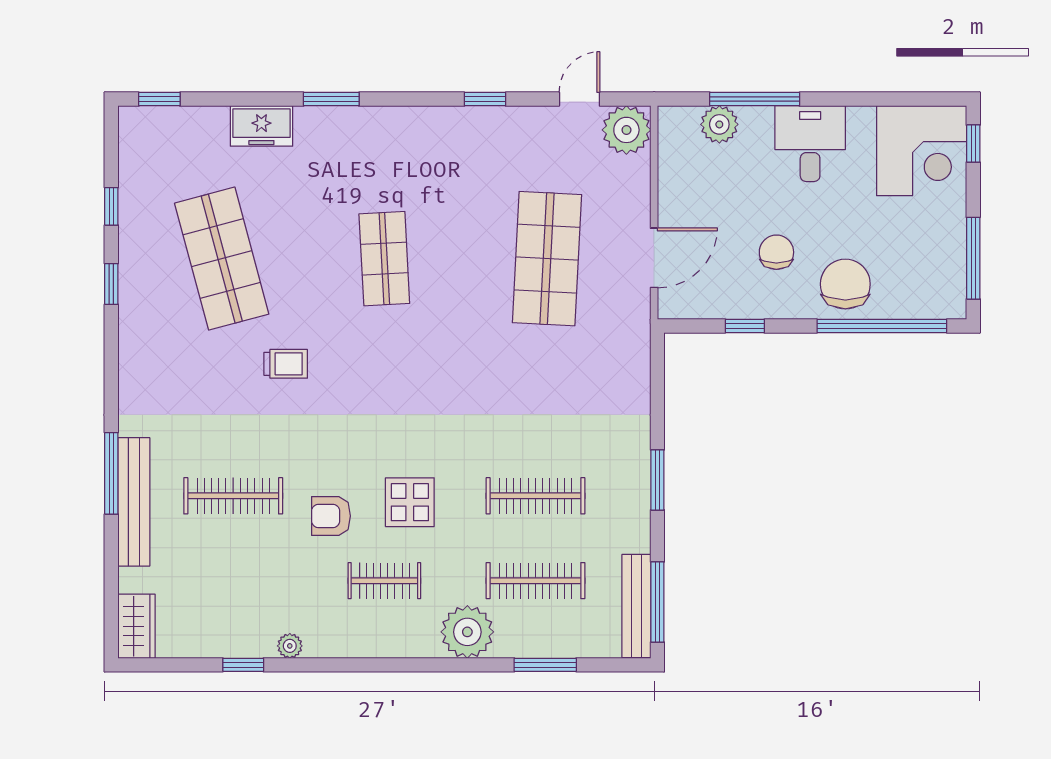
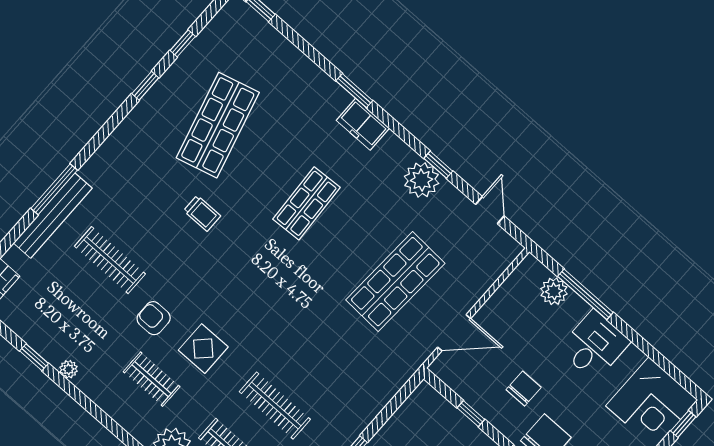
door: (579, 99) -> (490, 210), hinge flipped
freezer: (261, 126) -> (363, 124), moved
plant: (626, 130) -> (422, 180), moved

